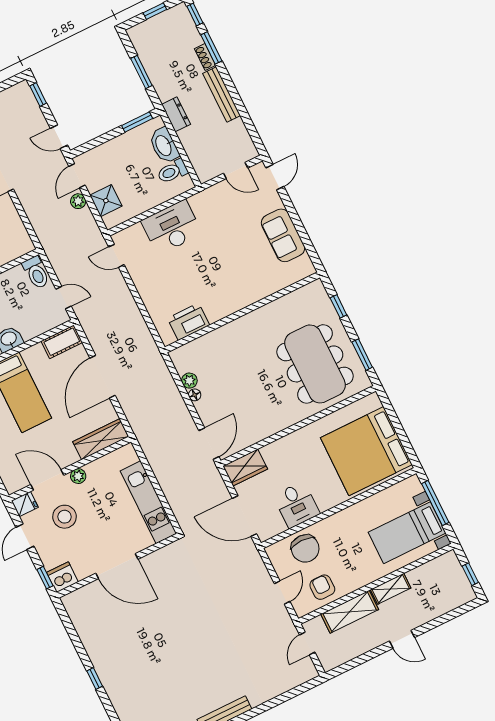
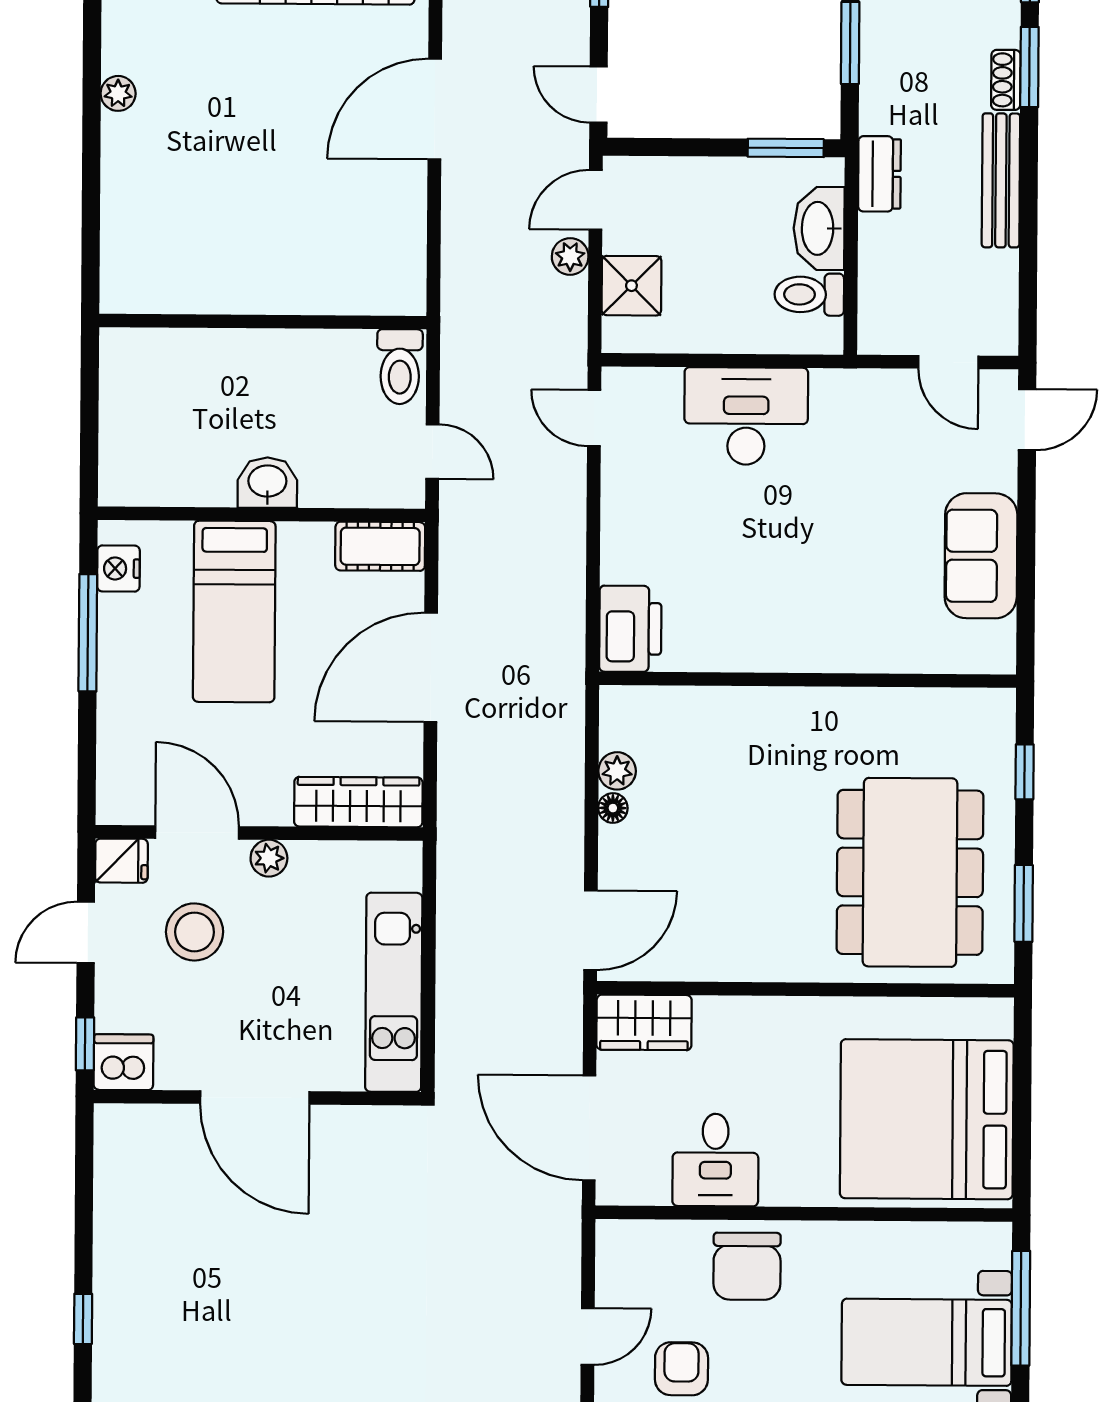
printer: (189, 322) -> (630, 629), moved, turned 90
chair: (305, 549) -> (747, 1266), moved

